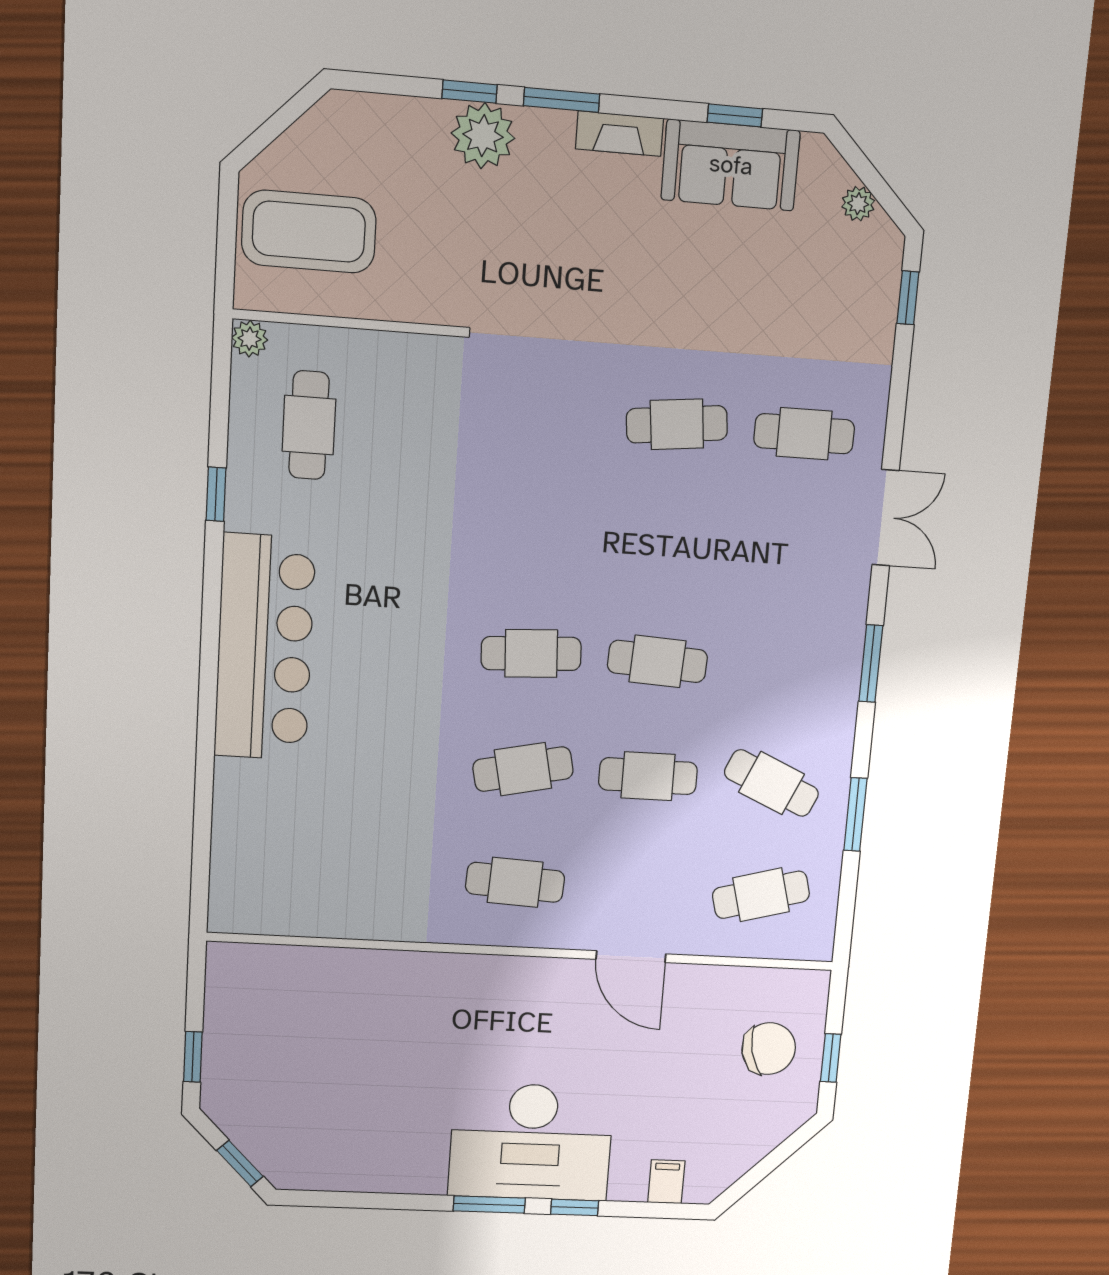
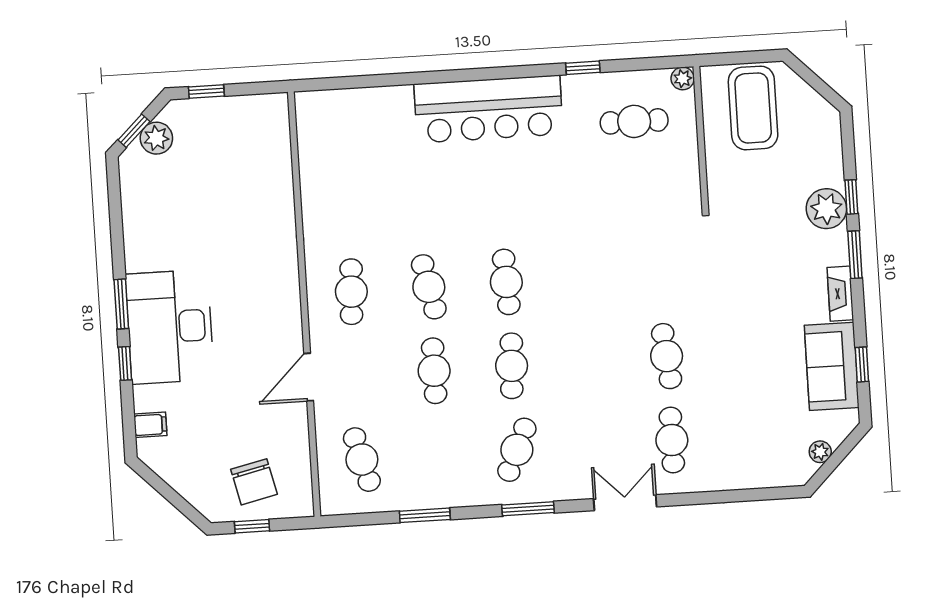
window: (908, 298) -> (767, 494), removed
double door: (886, 518) -> (625, 503), swing flipped
cafe table: (771, 783) -> (517, 450), moved
plant: (254, 1134) -> (156, 138), added

